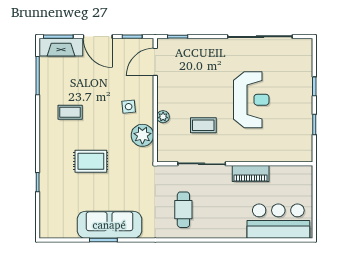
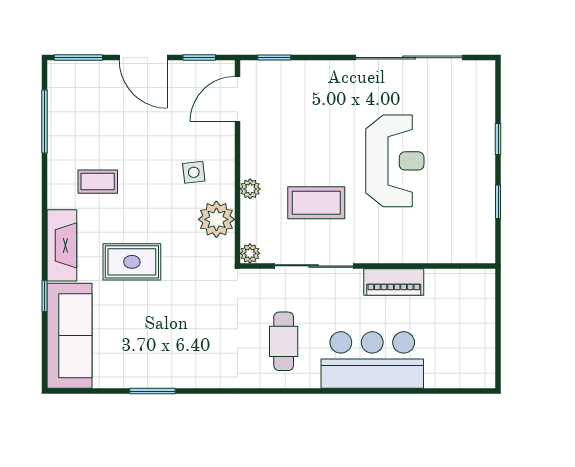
fireplace: (61, 47) -> (62, 245), moved, turned -90
coffee table: (203, 125) -> (316, 203), width x1.36, depth x1.30
plant: (163, 156) -> (250, 253), added
bar counter: (278, 221) -> (372, 360), moved
sofa: (109, 225) -> (70, 336), moved, turned 90

